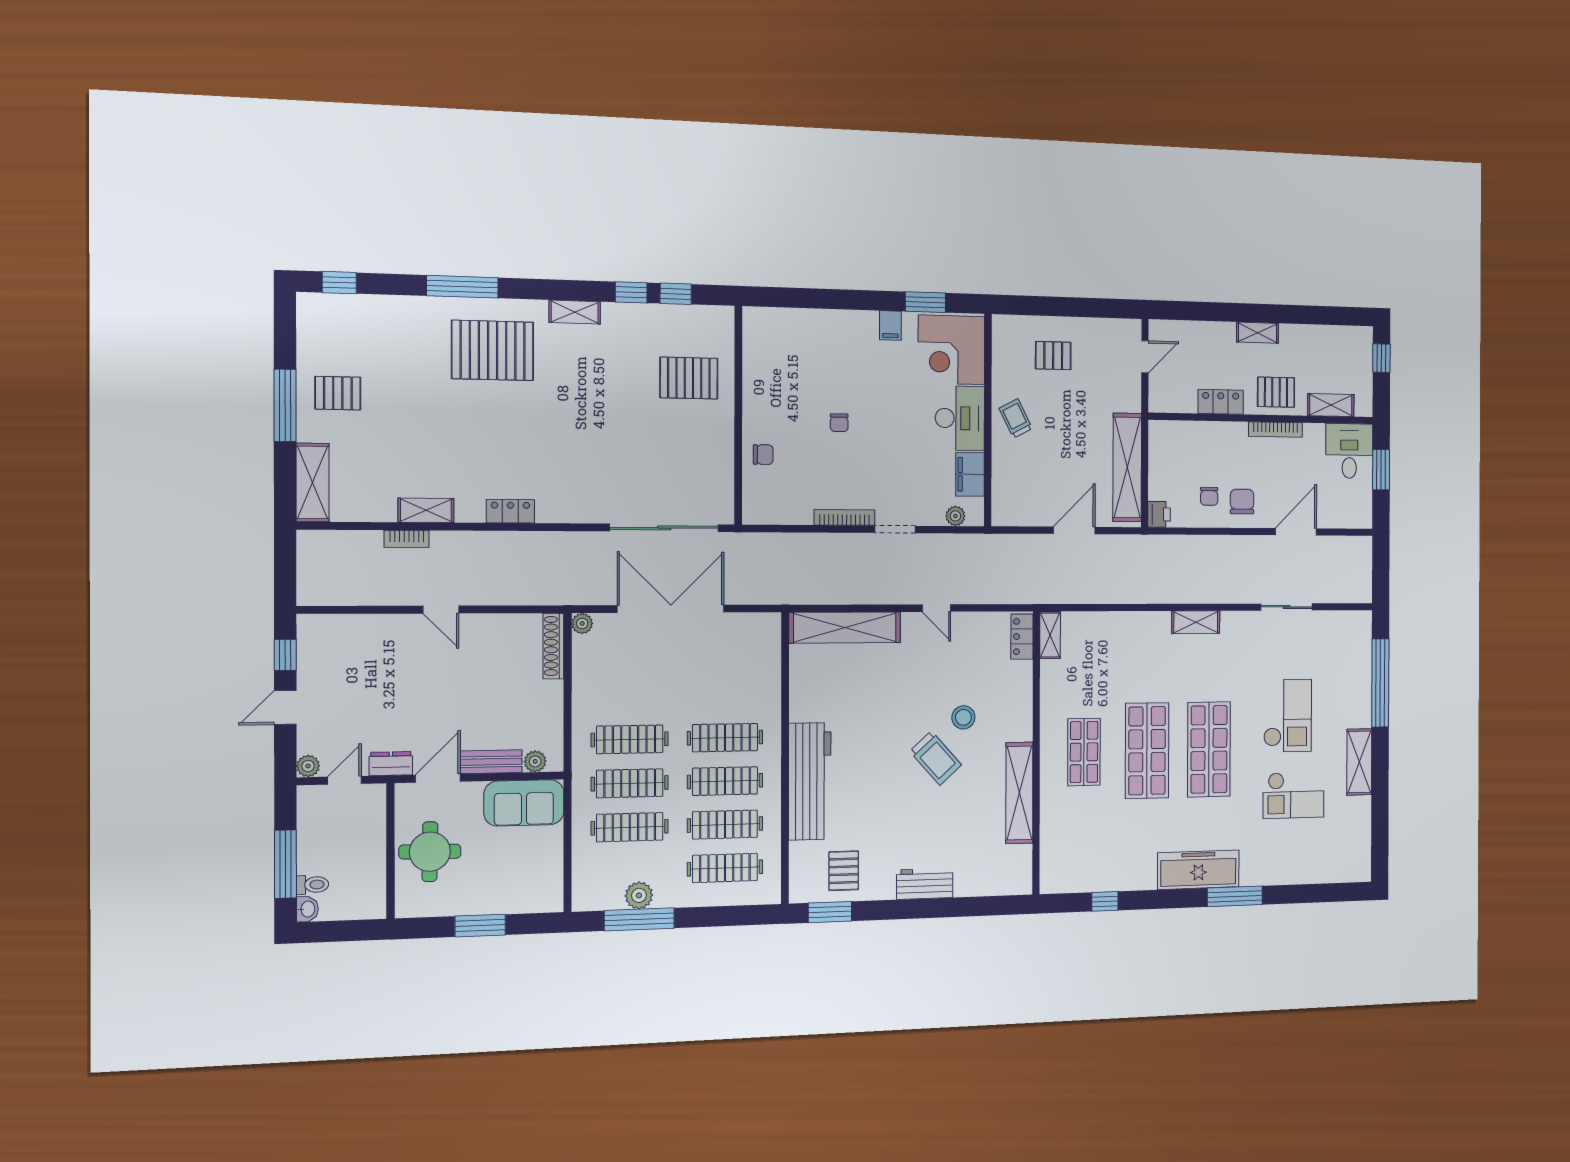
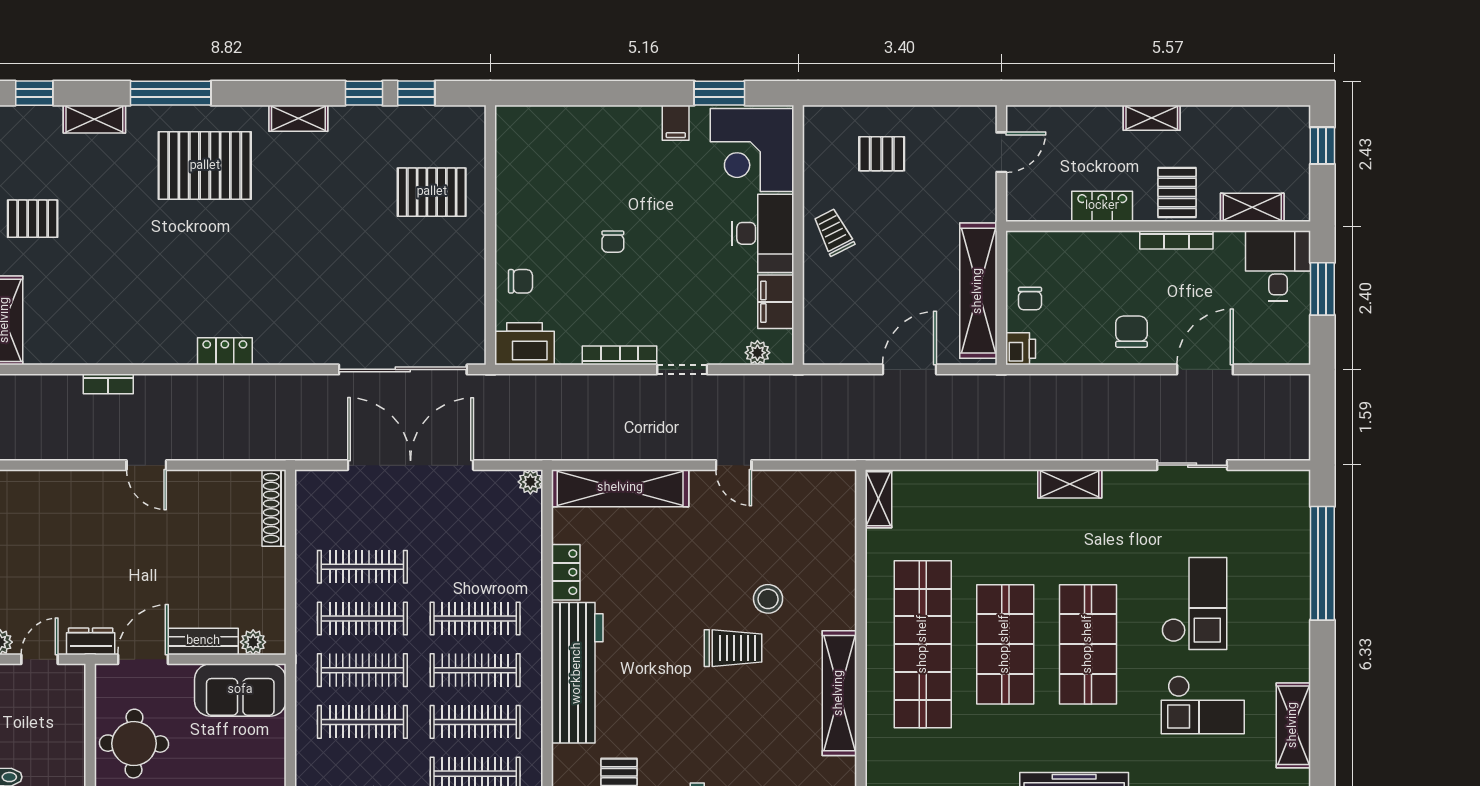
pallet: (1276, 392) -> (1177, 192), turned 90
chair: (1209, 496) -> (1030, 299), moved
printer: (766, 507) -> (524, 344), added
shelving: (426, 510) -> (94, 119), moved
plant: (582, 623) -> (530, 482), moved
locker: (1022, 637) -> (566, 572), moved, turned 180
clothes rail: (630, 695) -> (362, 567), added
shop shelf: (1084, 752) -> (923, 644), width x2.00, depth x1.36
trolley: (936, 758) -> (733, 648), turned -48
shelving: (1359, 762) -> (1293, 725), moved

